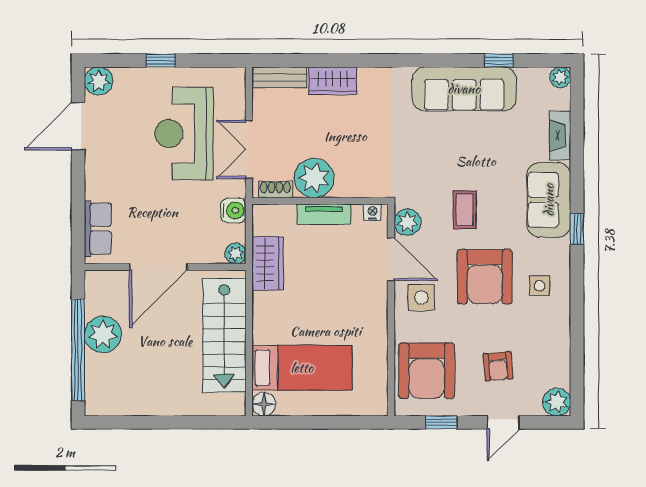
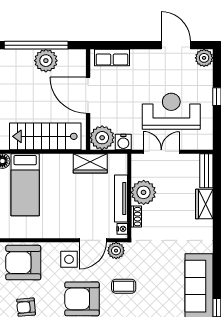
shoe rack: (275, 190) -> (136, 217), moved
tv unit: (324, 214) -> (121, 198), width x1.41
plant: (236, 253) -> (102, 138), width x1.88, depth x1.88

